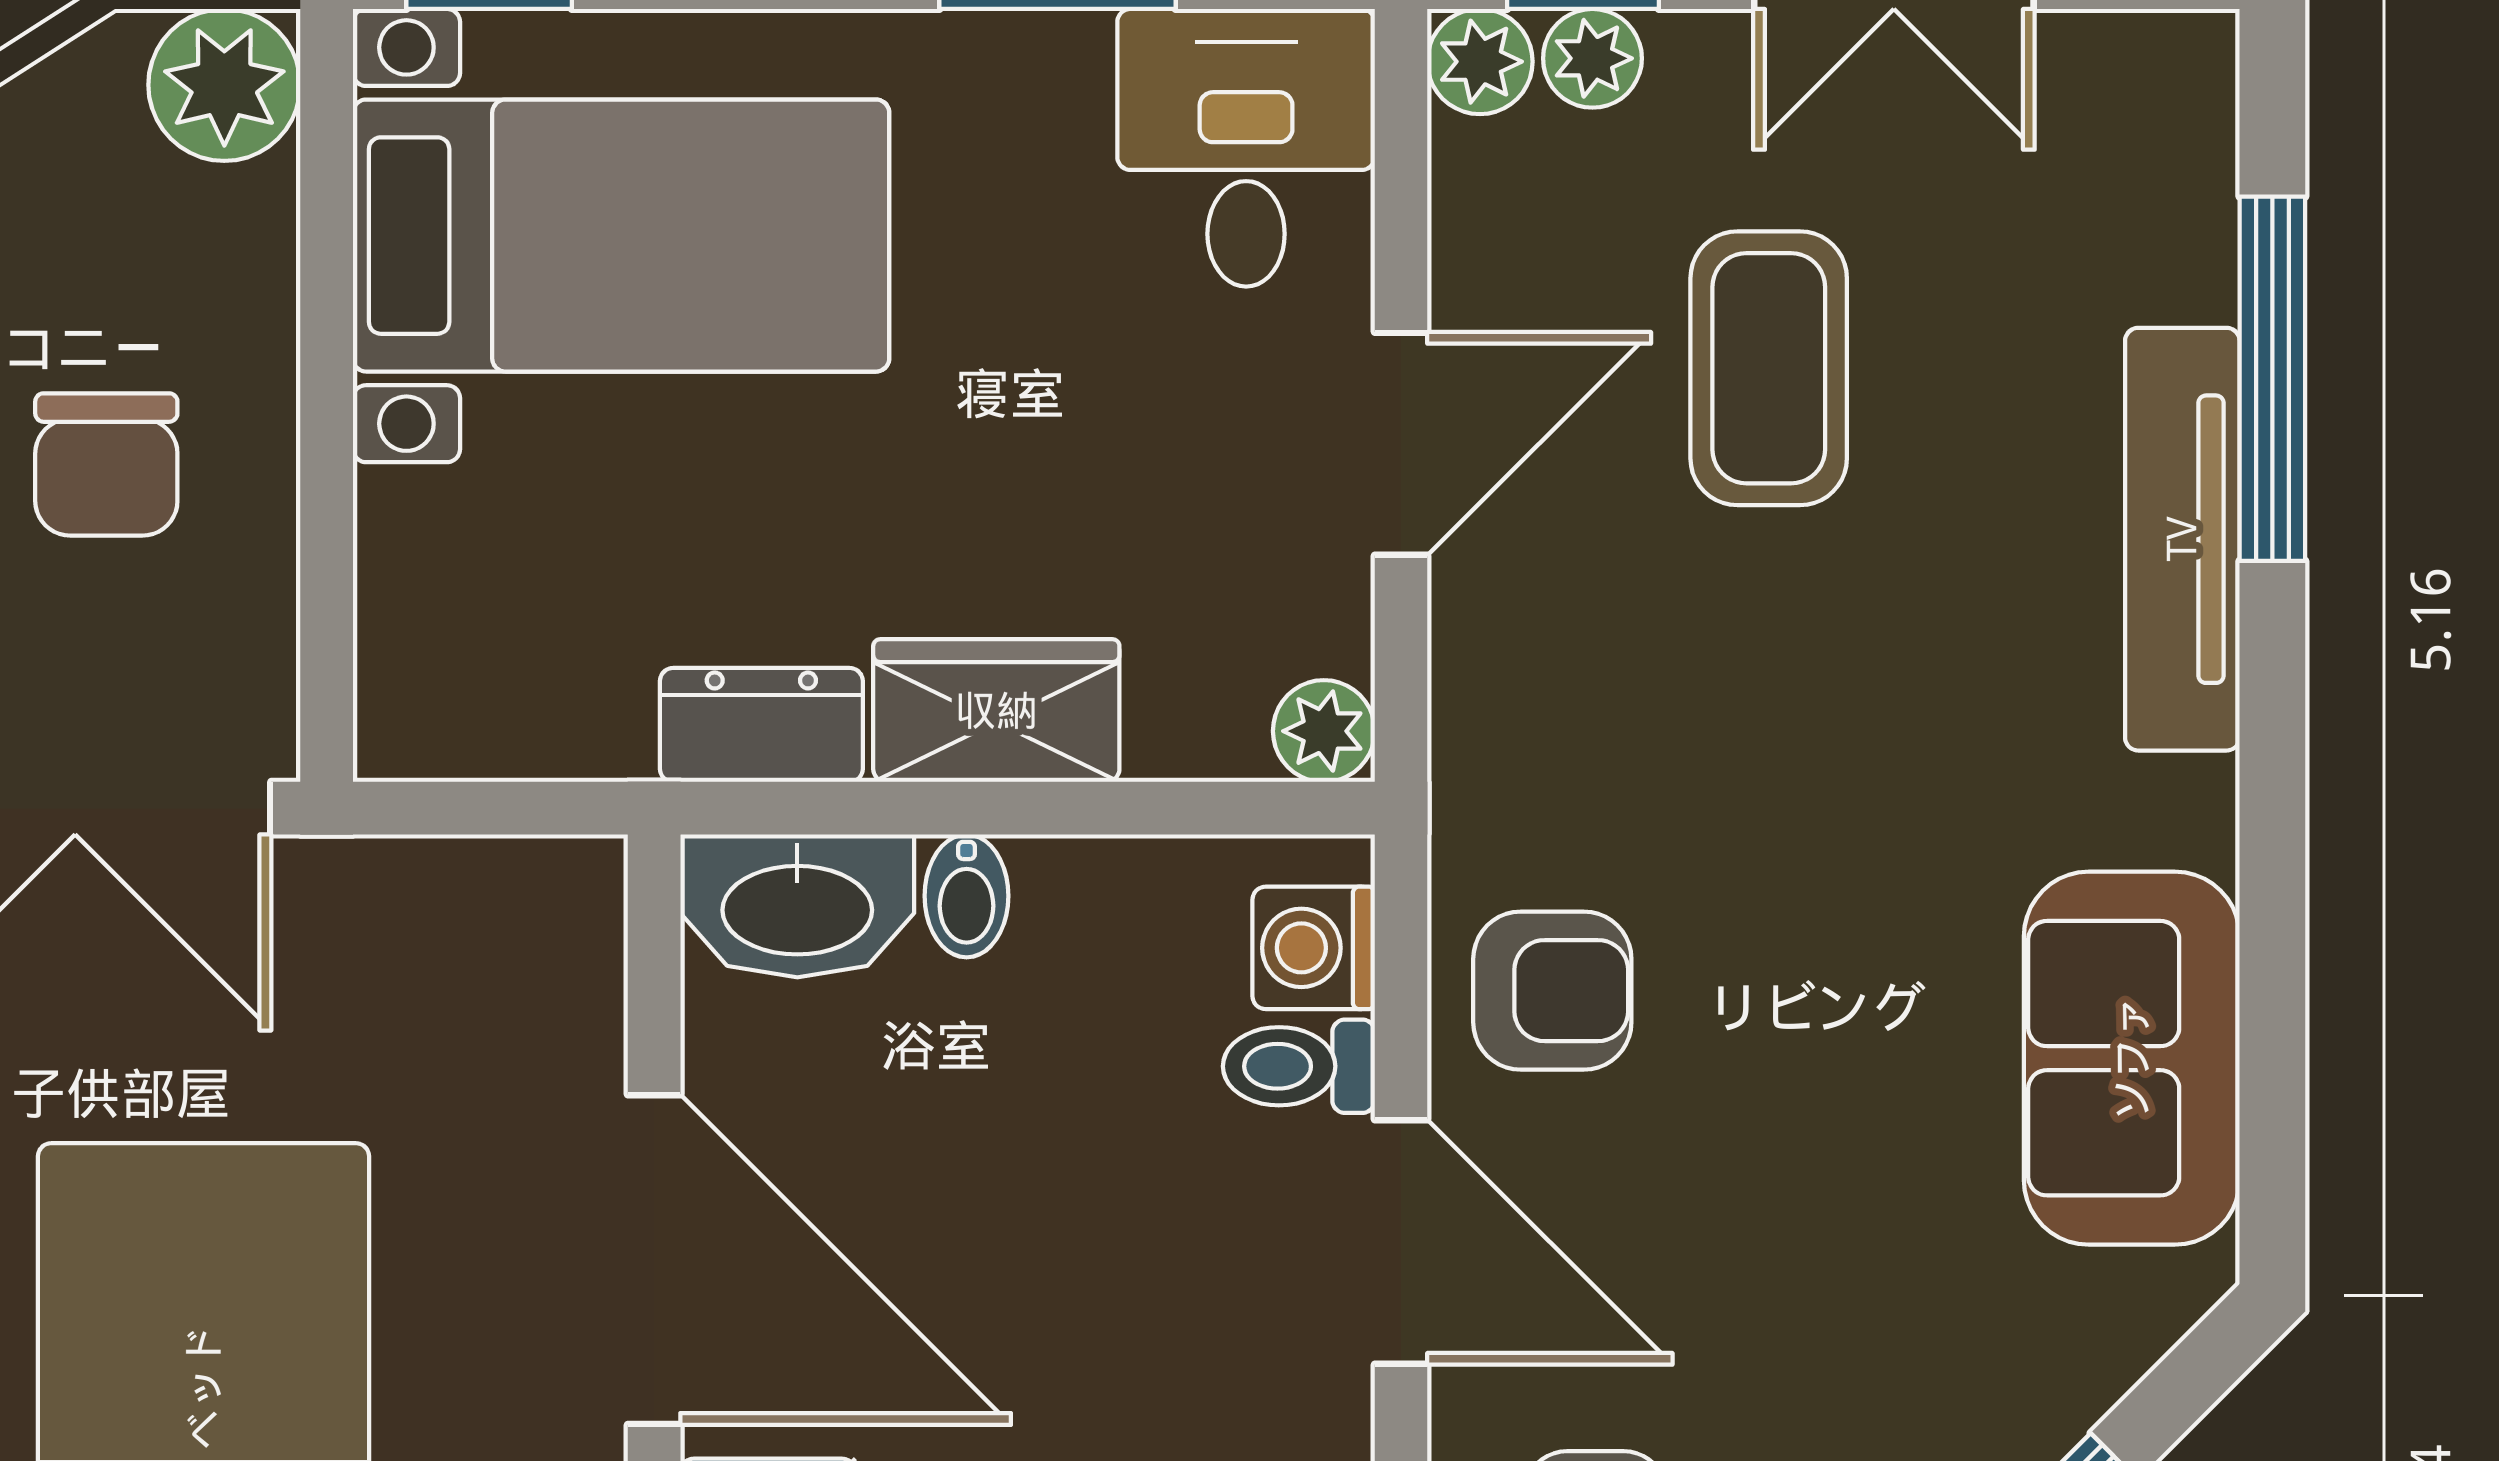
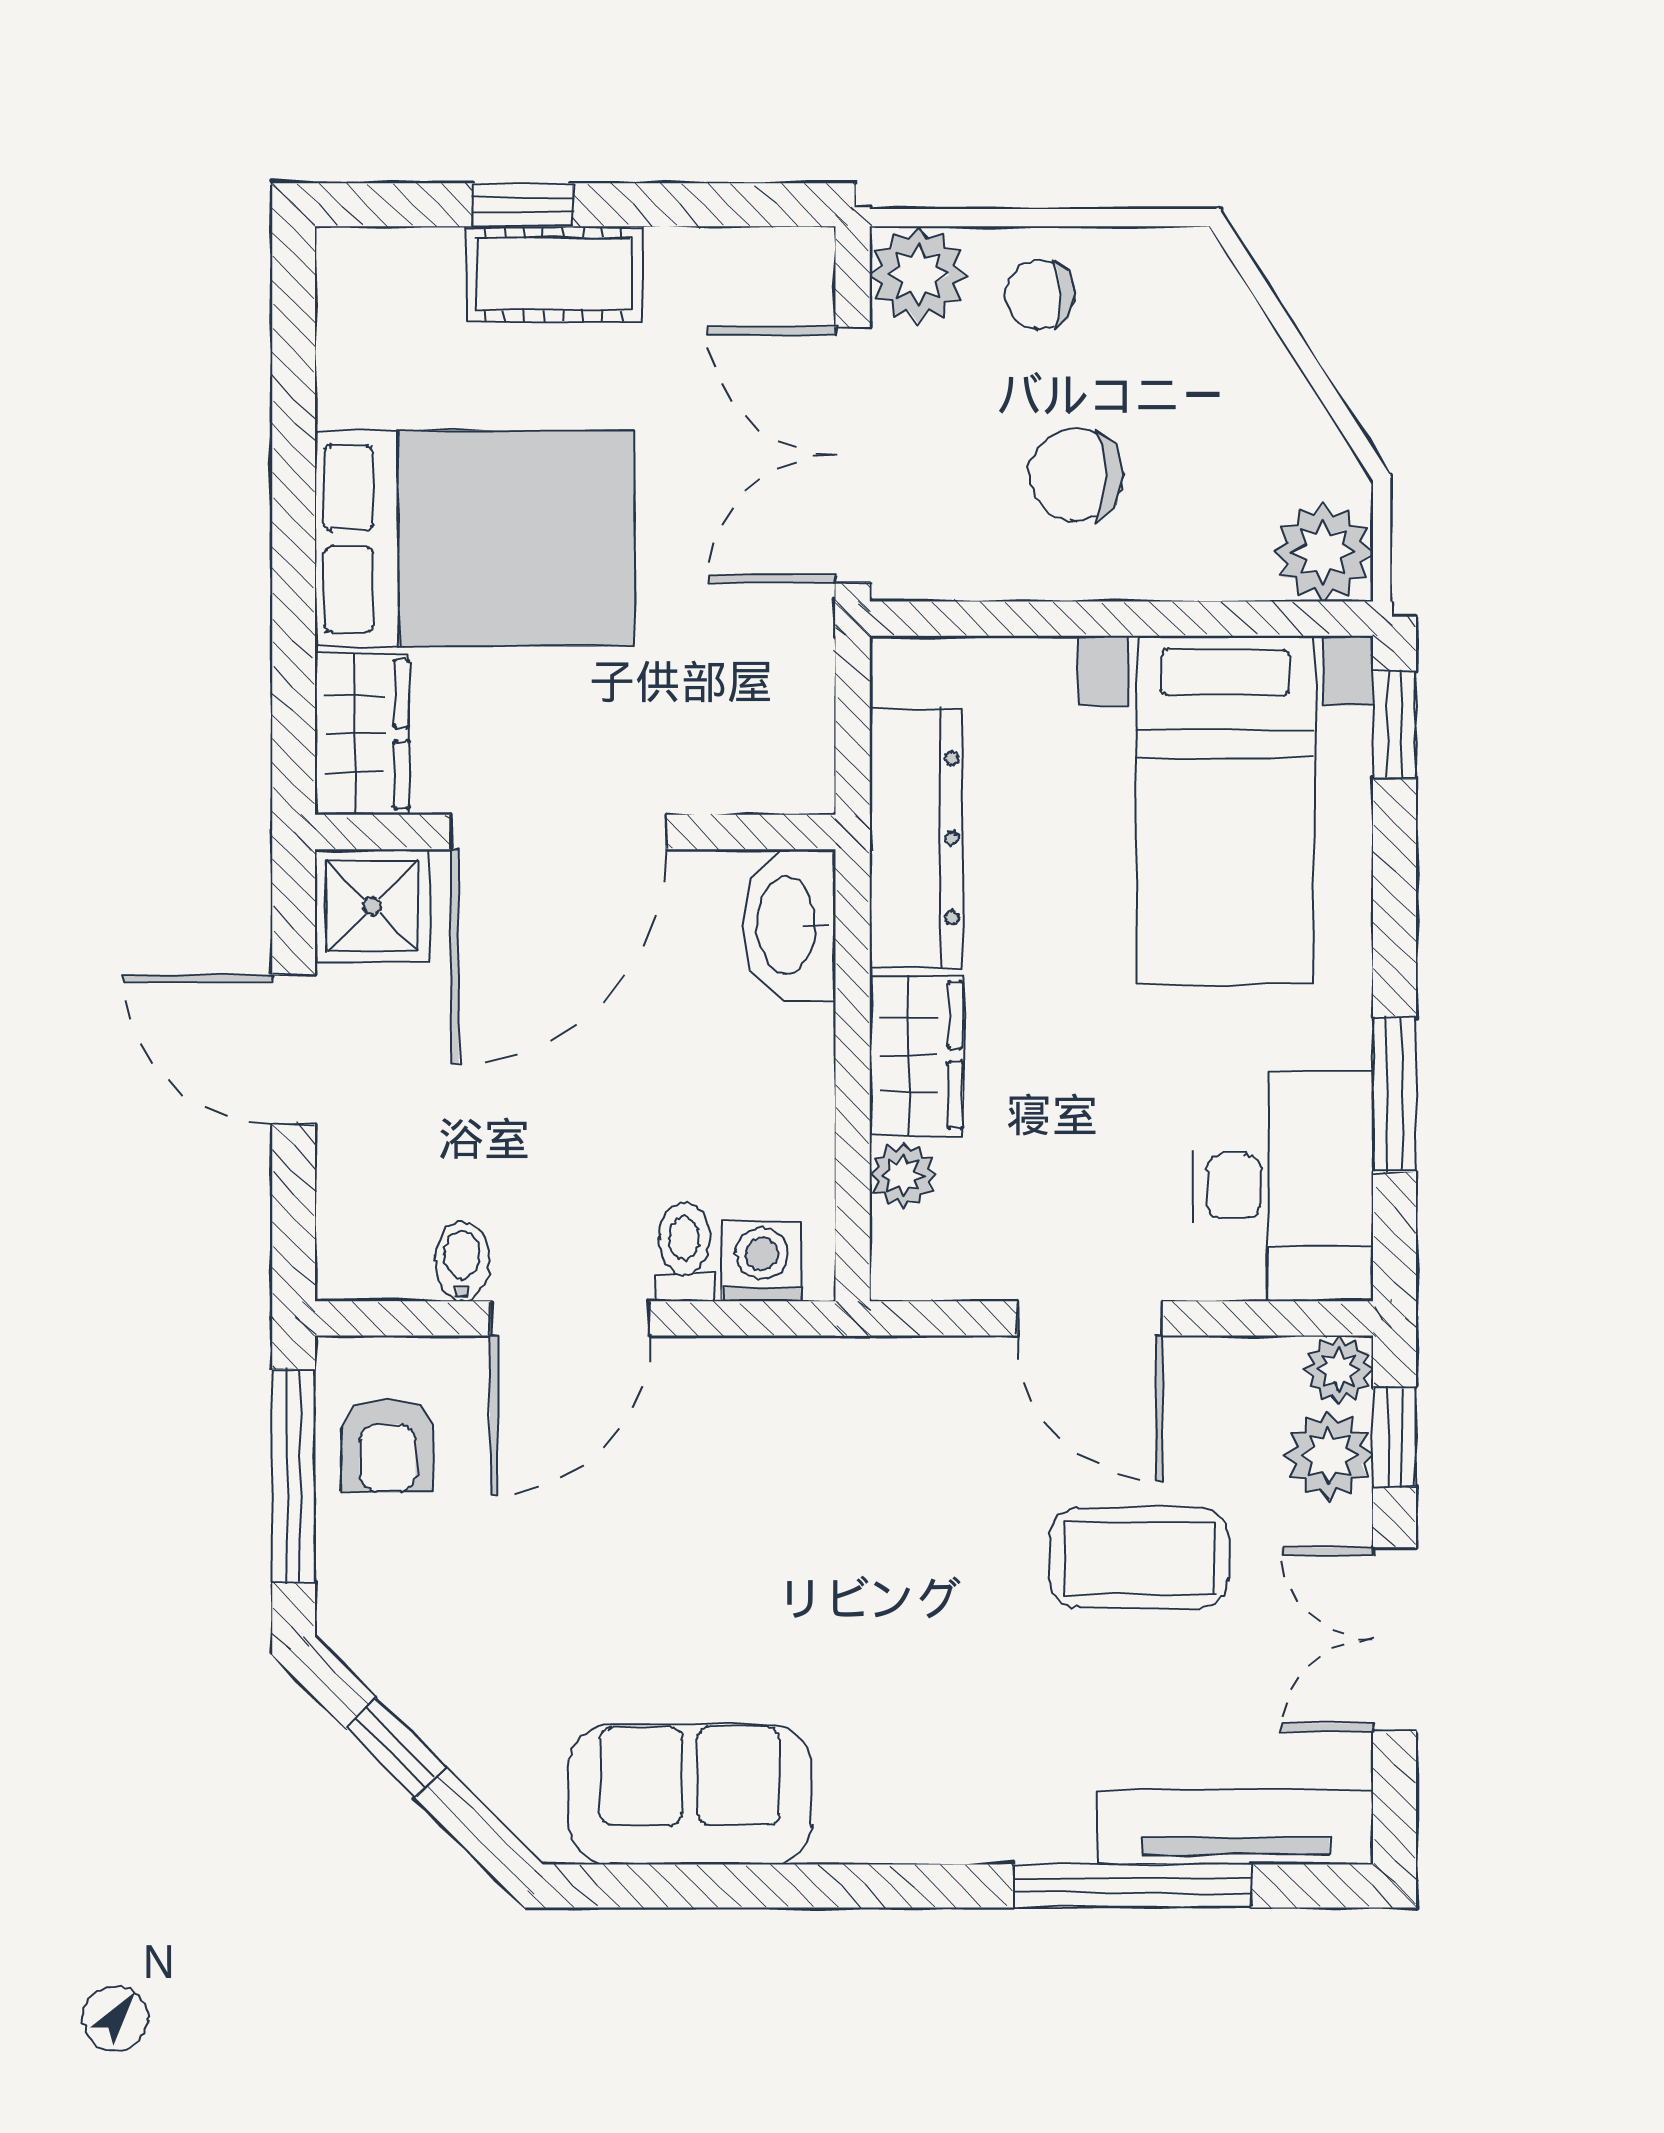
plant: (1592, 58) -> (1329, 1455), width x1.38, depth x1.38
desk: (1246, 148) -> (1283, 1186), width x1.37
tv unit: (2182, 539) -> (1235, 1827), moved
dresser: (761, 725) -> (916, 838), width x1.96, depth x1.24
plant: (1324, 731) -> (903, 1175), moved
bidet: (967, 896) -> (462, 1261), moved, turned 90
armchair: (1552, 991) -> (734, 1417), removed

